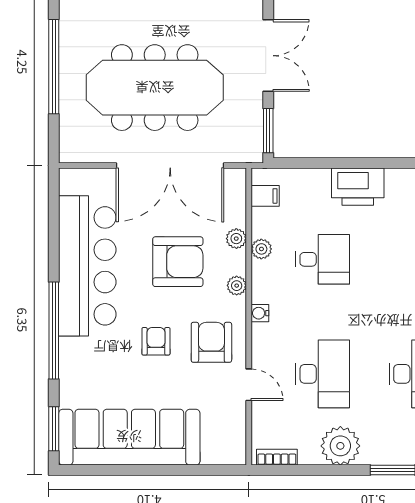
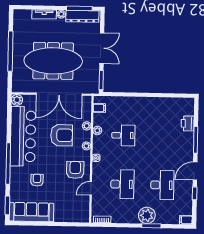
plant: (72, 181) -> (17, 100), added
printer: (358, 187) -> (139, 105), removed
armchair: (156, 341) -> (37, 180), moved
door: (249, 385) -> (91, 188), swing flipped
sofa: (129, 437) -> (31, 212), width x0.74, depth x0.79
plant: (340, 446) -> (147, 215), moved

